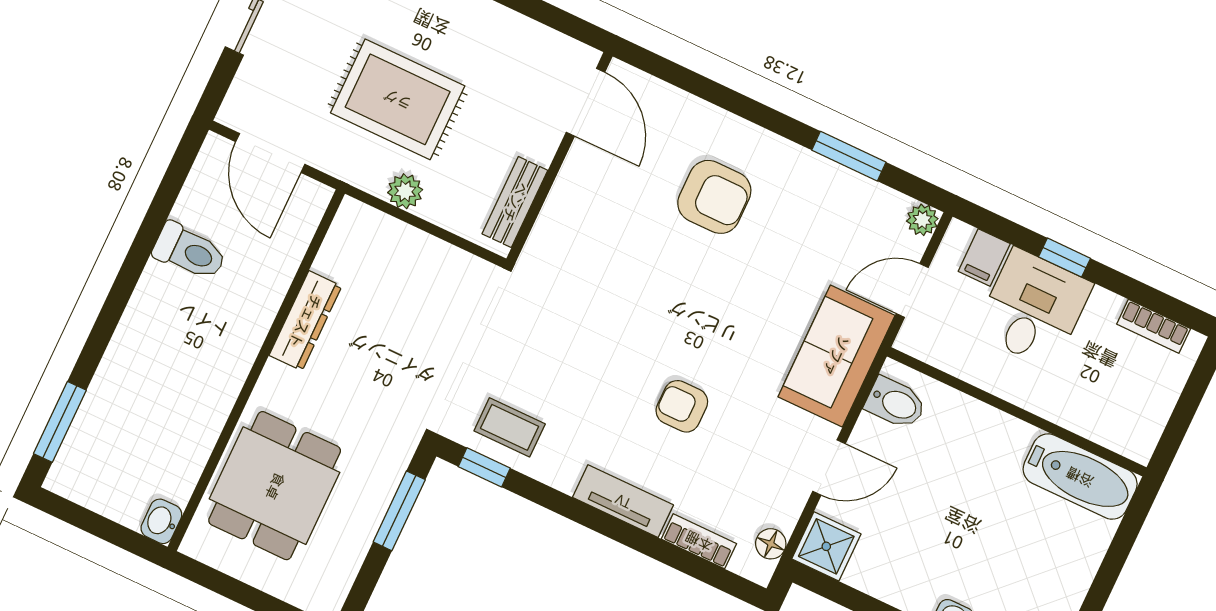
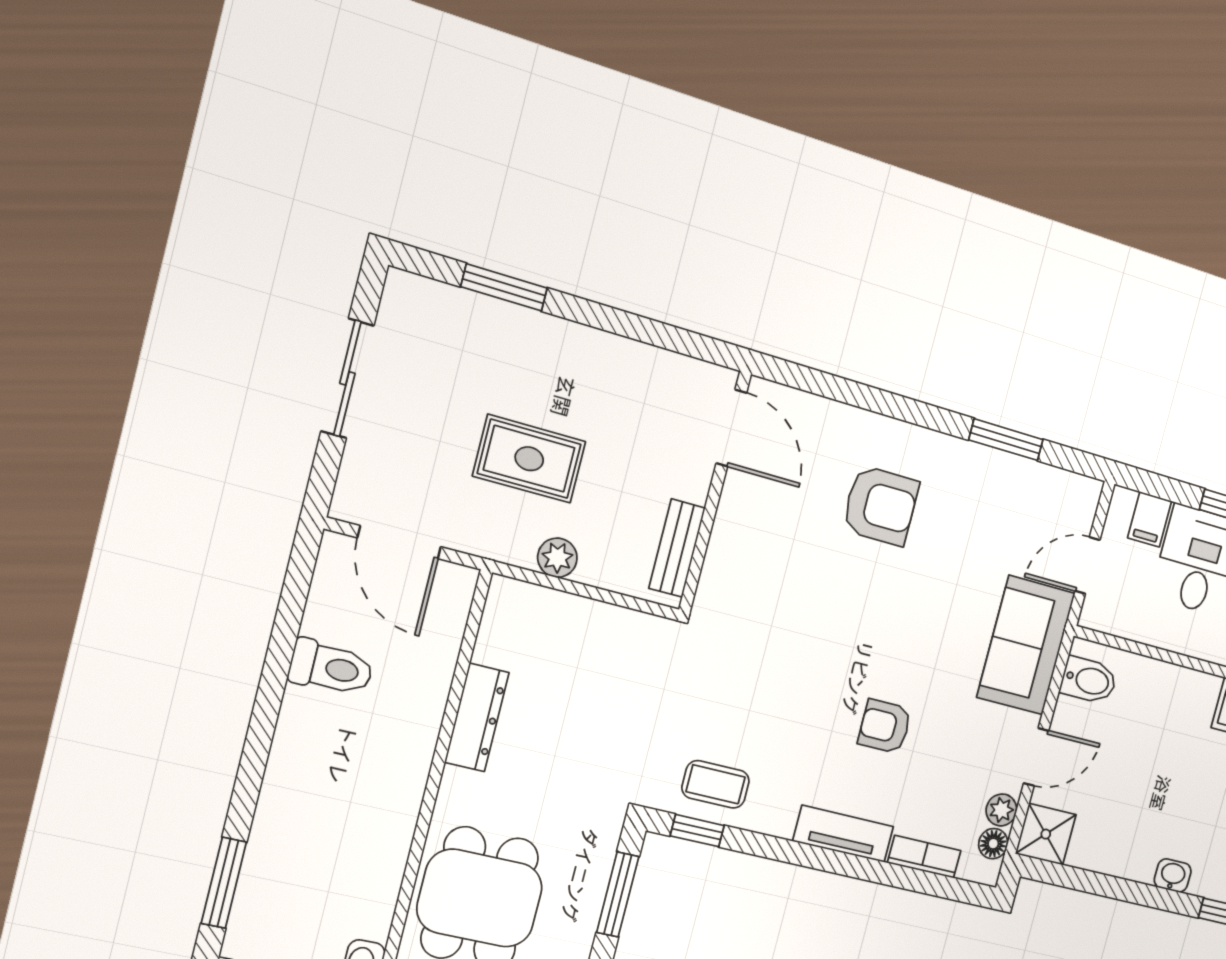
rug: (398, 99) -> (529, 459), width x0.73, depth x0.70
plant: (922, 220) -> (1001, 810), moved

